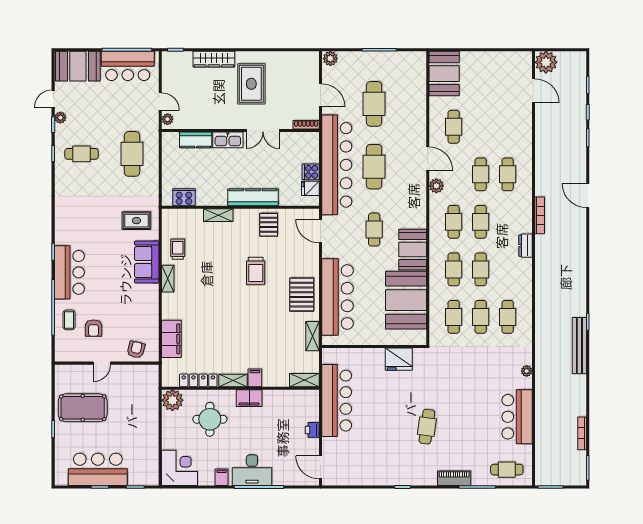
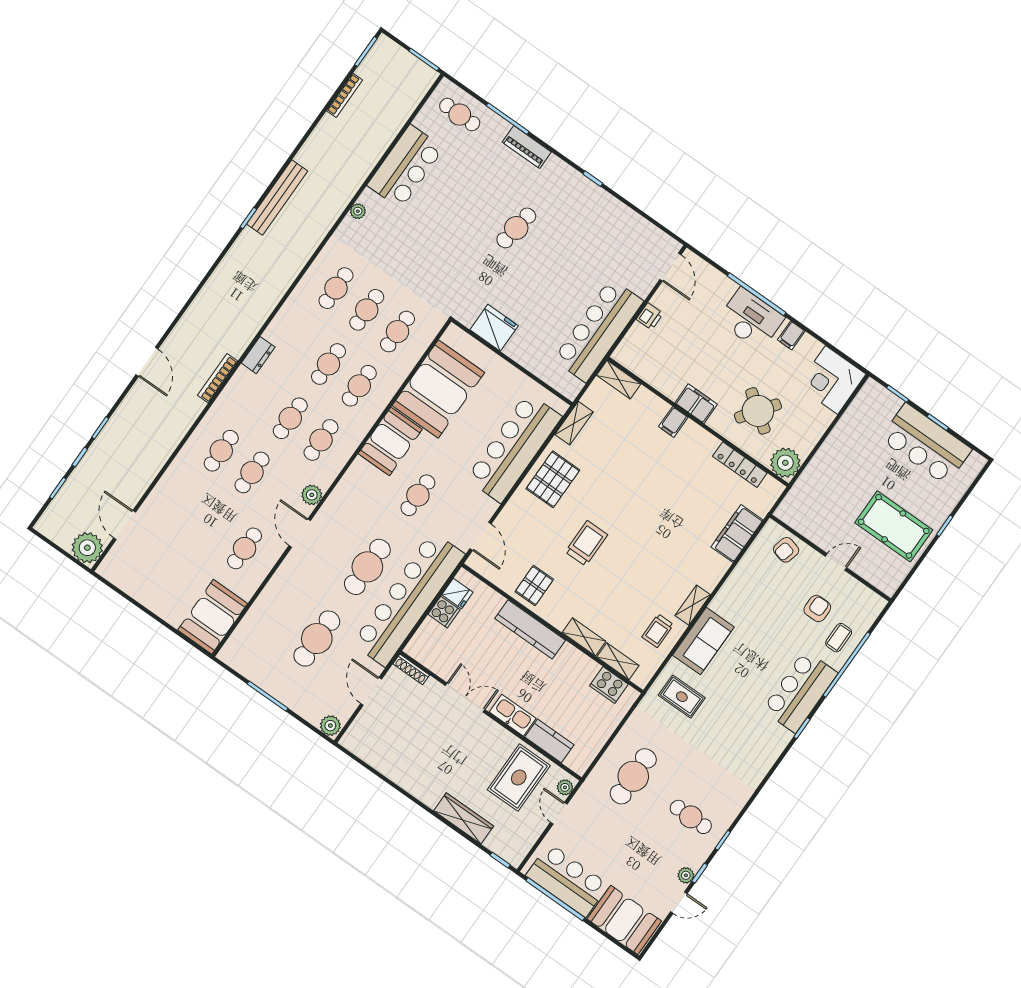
rug: (251, 84) -> (519, 778), moved
shelving: (233, 380) -> (618, 661), moved
round table: (210, 419) -> (758, 411), turned 36

